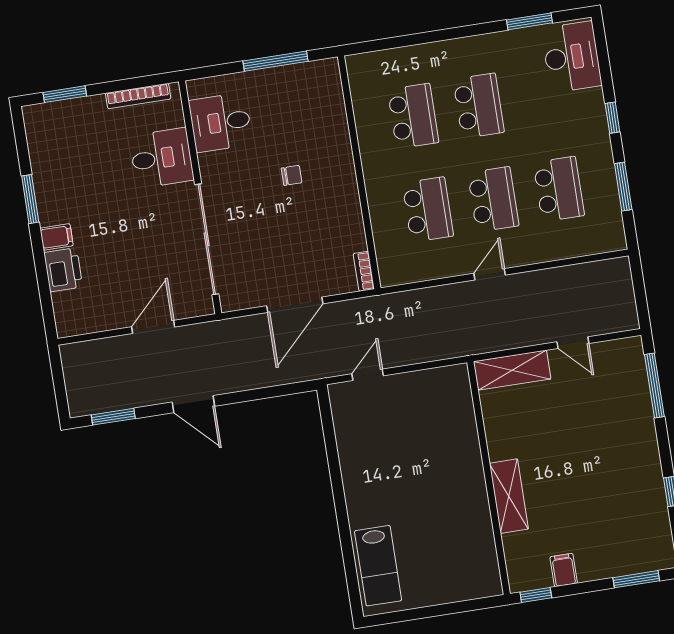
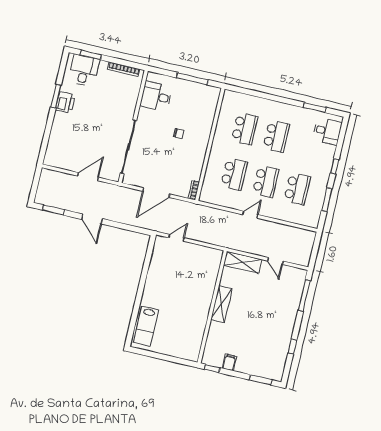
desk: (571, 57) -> (327, 131), width x0.73
desk: (161, 158) -> (84, 70), moved, turned -90
filing cabinet: (57, 237) -> (61, 118), removed
printer: (63, 270) -> (65, 102), moved
shelving: (509, 496) -> (221, 304), moved

